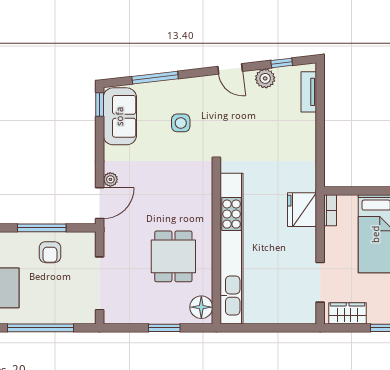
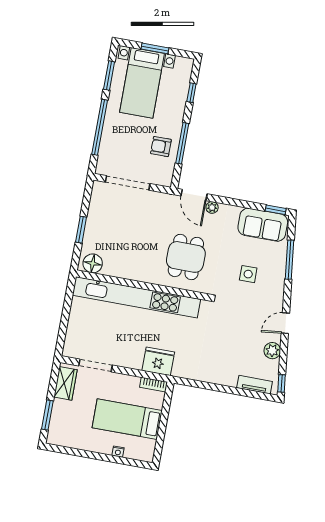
window: (282, 63) -> (282, 383), moved
dining table: (173, 256) -> (186, 257), moved, turned 90

